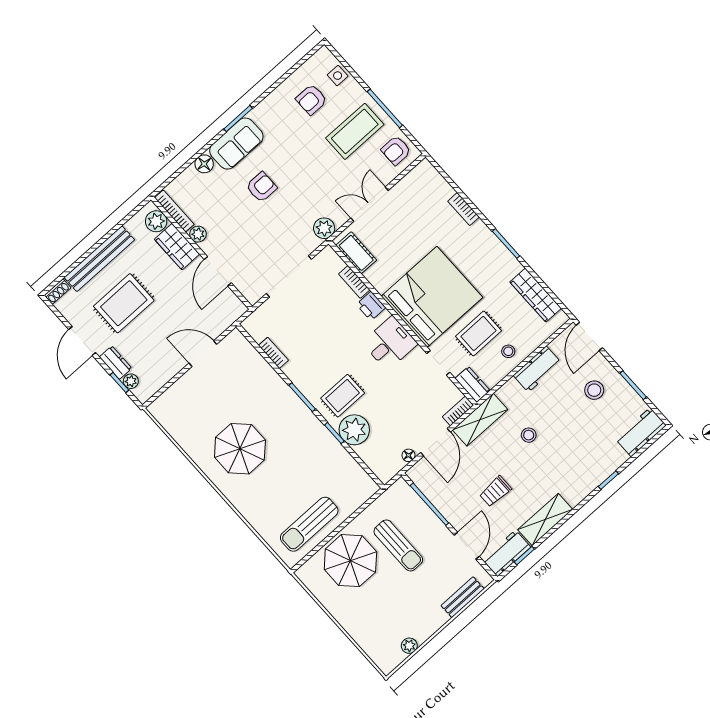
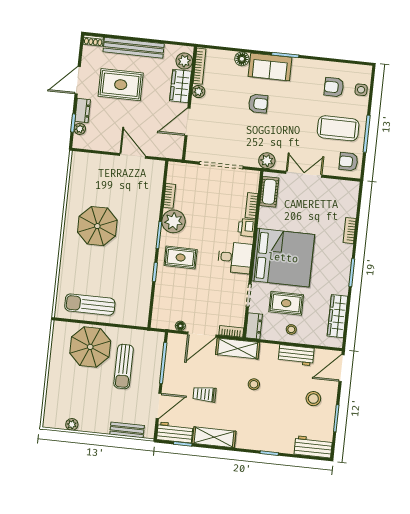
plant: (354, 430) -> (173, 221), moved

